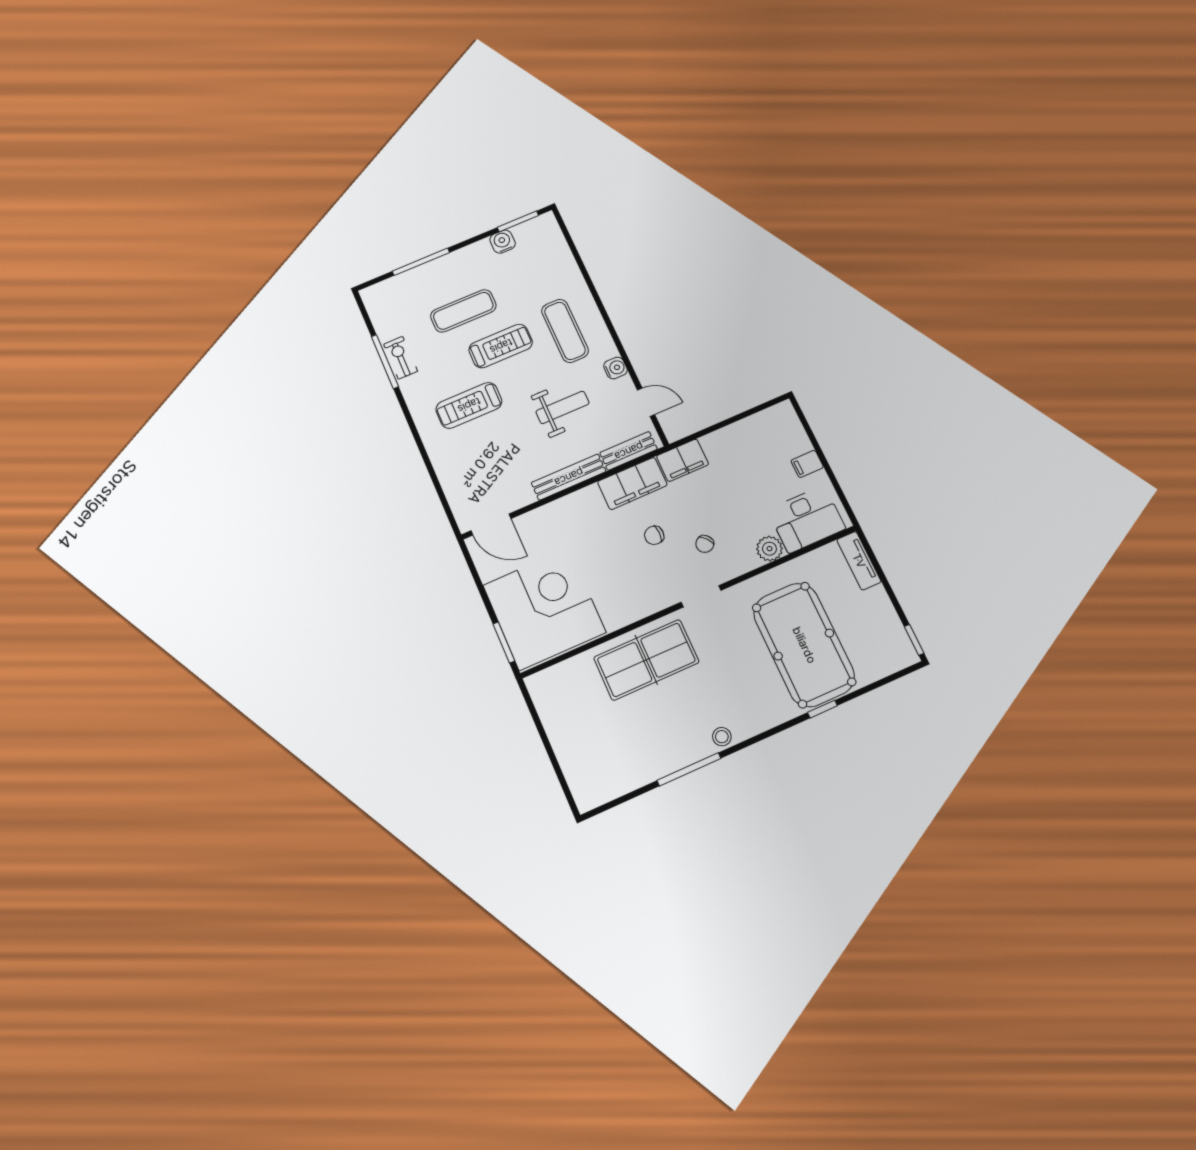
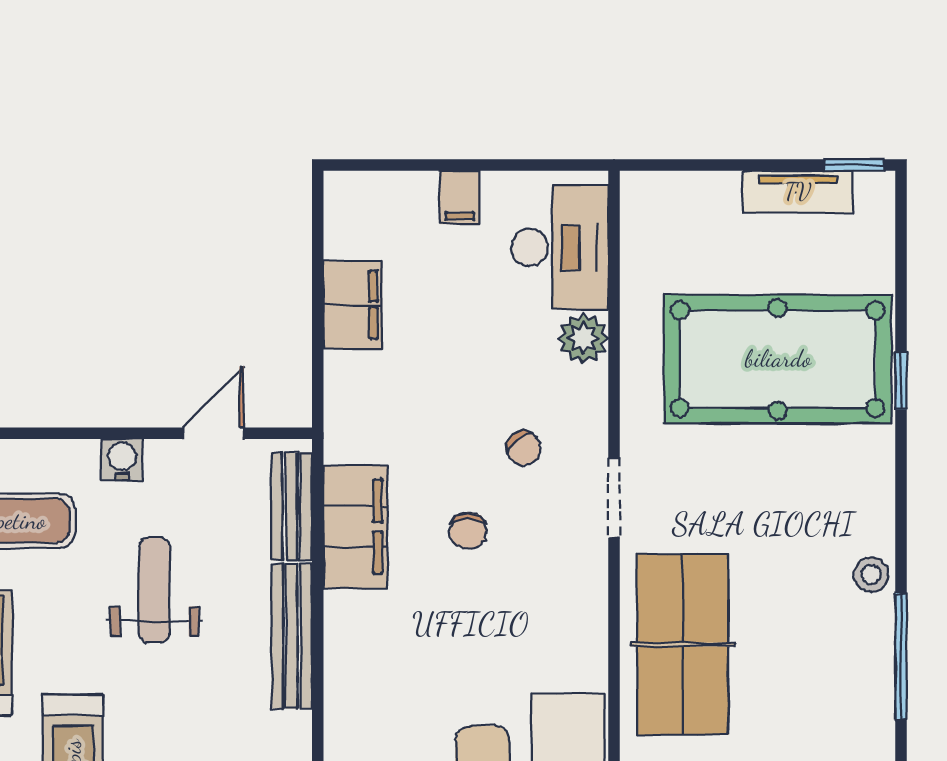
filing cabinet: (683, 460) -> (353, 305), moved
tv unit: (859, 561) -> (798, 192), moved

